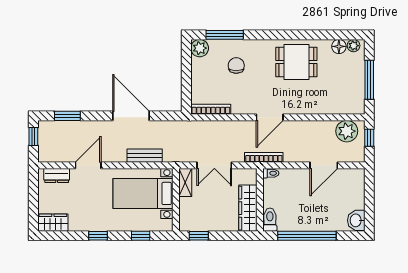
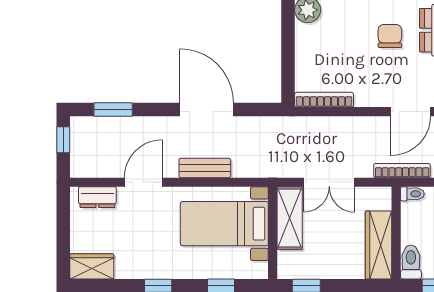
chair: (236, 66) -> (390, 36), moved
bench: (145, 156) -> (205, 168), moved
shelving: (185, 182) -> (290, 218), width x1.50, depth x1.33

